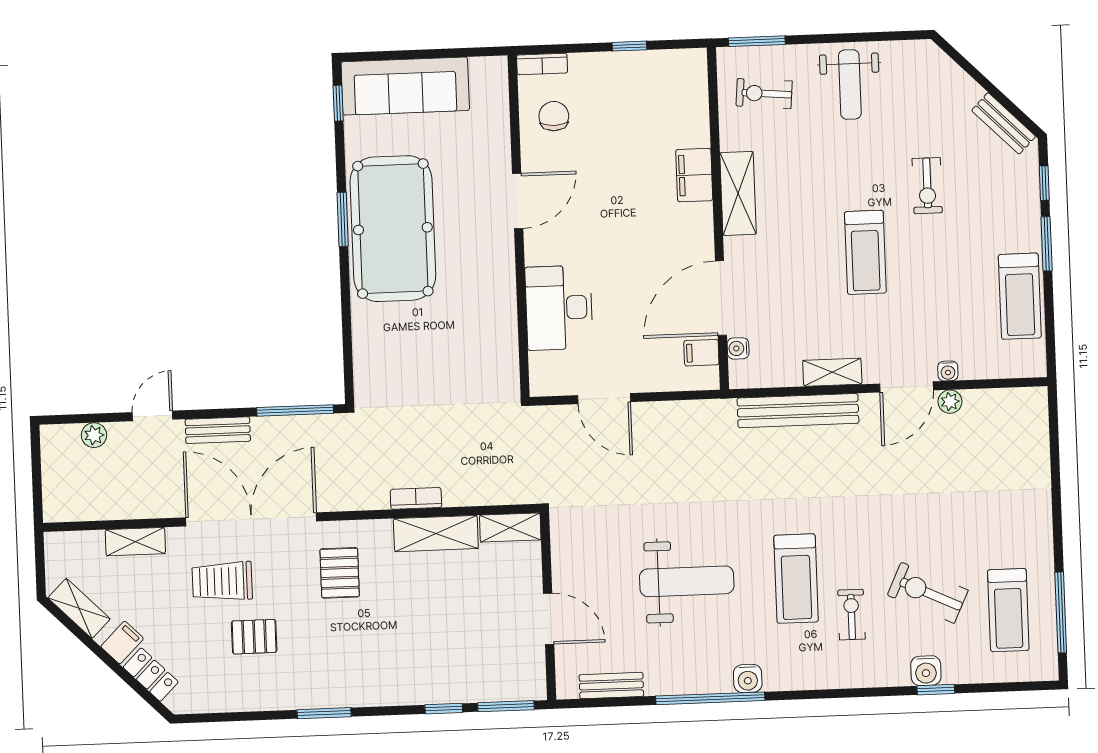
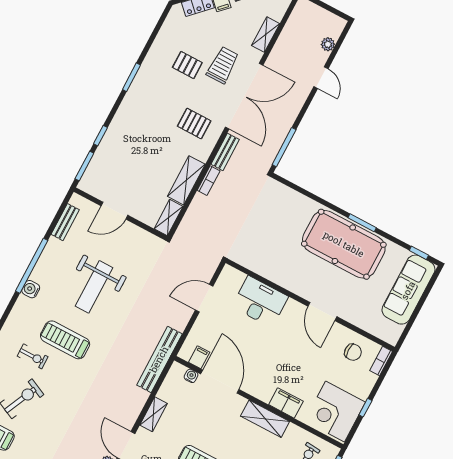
corner desk: (663, 90) -> (335, 411), added
bench: (798, 411) -> (159, 359), moved
bench: (218, 430) -> (225, 152), moved
pallet: (254, 637) -> (187, 65), turned 90

